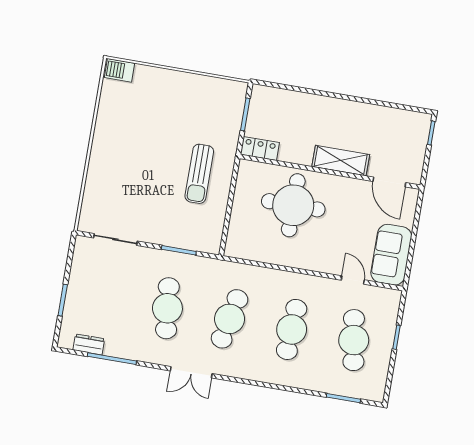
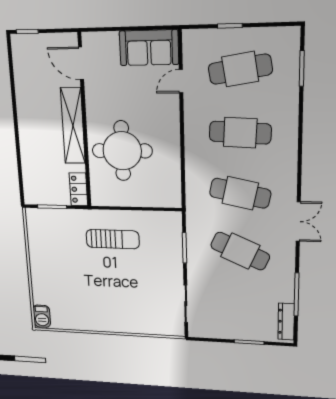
shelving: (341, 161) -> (73, 126), width x1.47
door: (389, 182) -> (81, 63), swing flipped
cafe table: (167, 308) -> (240, 251), turned 30
dresser: (89, 344) -> (286, 322), width x1.44

